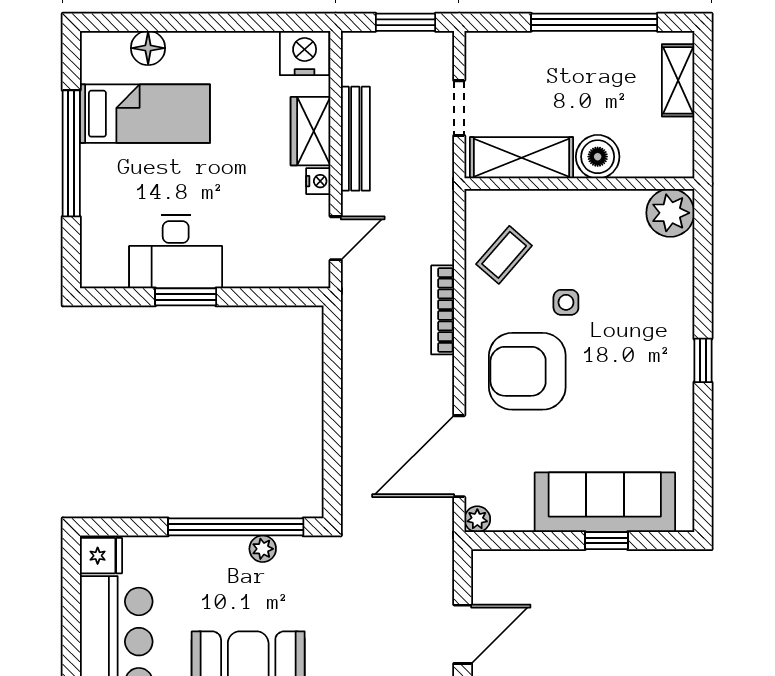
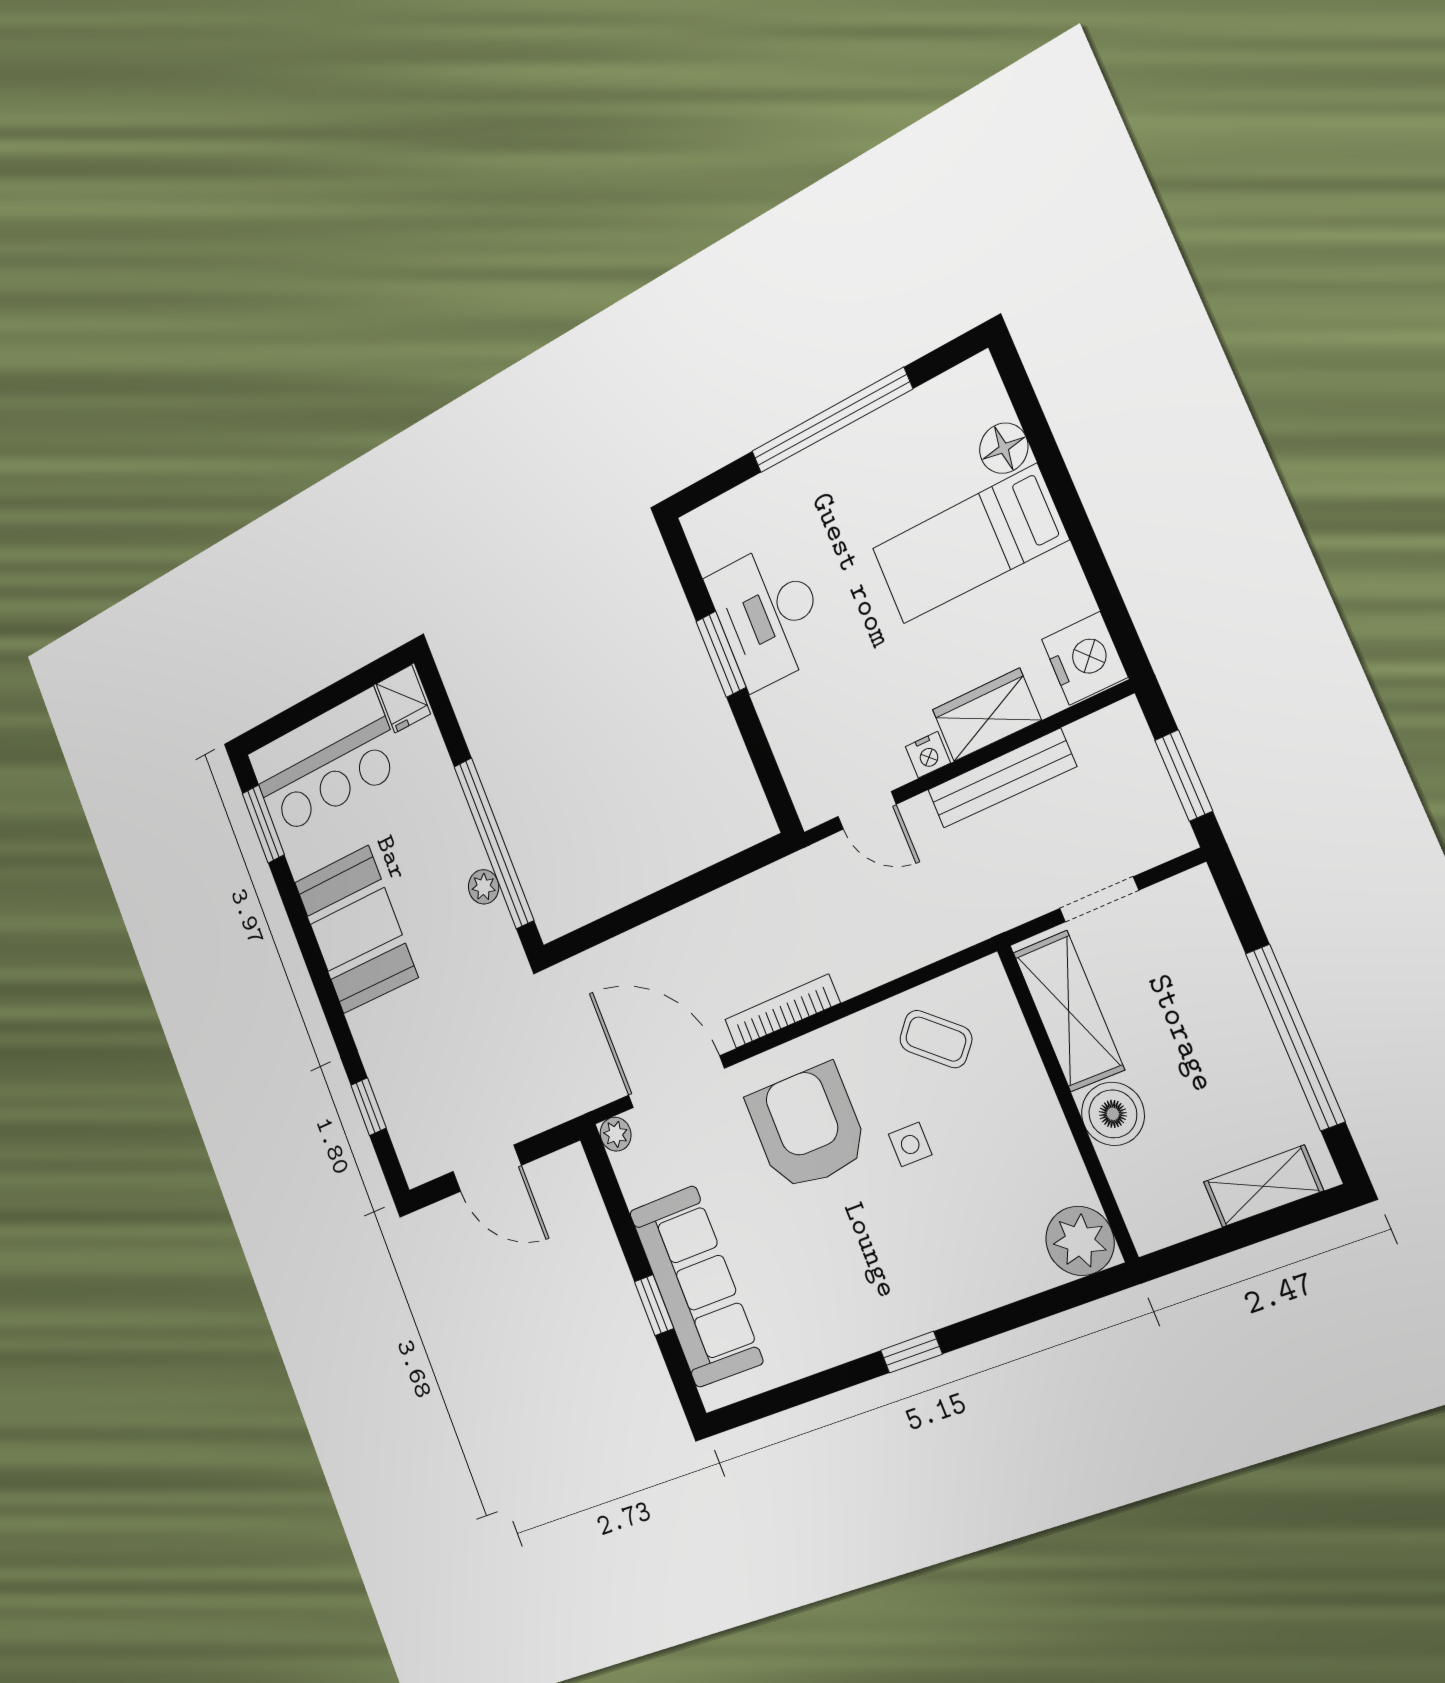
bed: (145, 114) -> (970, 544), moved, turned 90
bookcase: (443, 310) -> (782, 1011), moved

